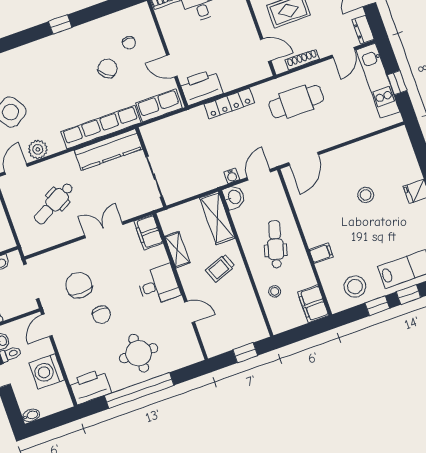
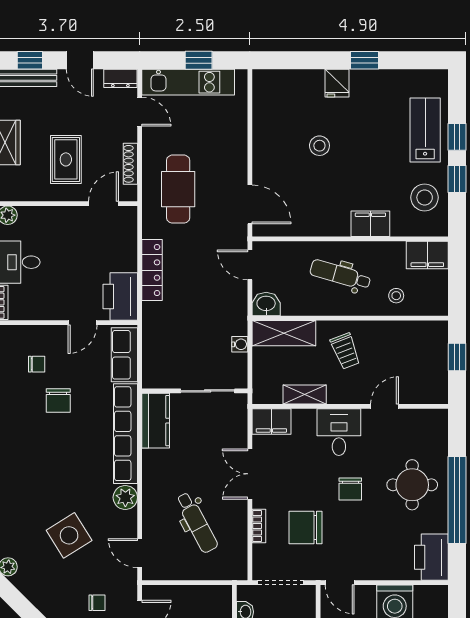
chair: (108, 68) -> (58, 401), turned -128
plant: (38, 149) -> (125, 497), moved
kitchen counter: (108, 150) -> (156, 421), width x0.67
water cooler: (232, 176) -> (240, 344), moved
bookcase: (68, 250) -> (259, 526), added
filing cabinet: (321, 253) -> (370, 224), width x2.00
chair: (101, 315) -> (350, 489), moved, turned 90

